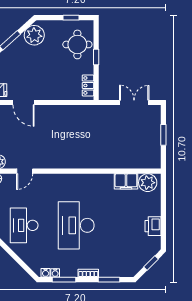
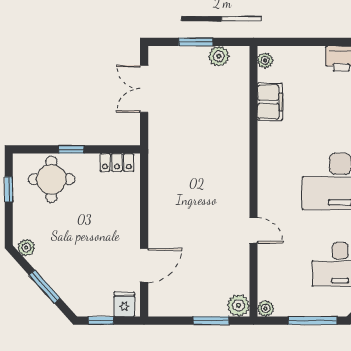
plant: (34, 35) -> (26, 248), width x0.53, depth x0.53
plant: (155, 149) -> (219, 56), added
door: (25, 171) -> (253, 230), moved
plant: (148, 183) -> (265, 60), width x0.53, depth x0.53

